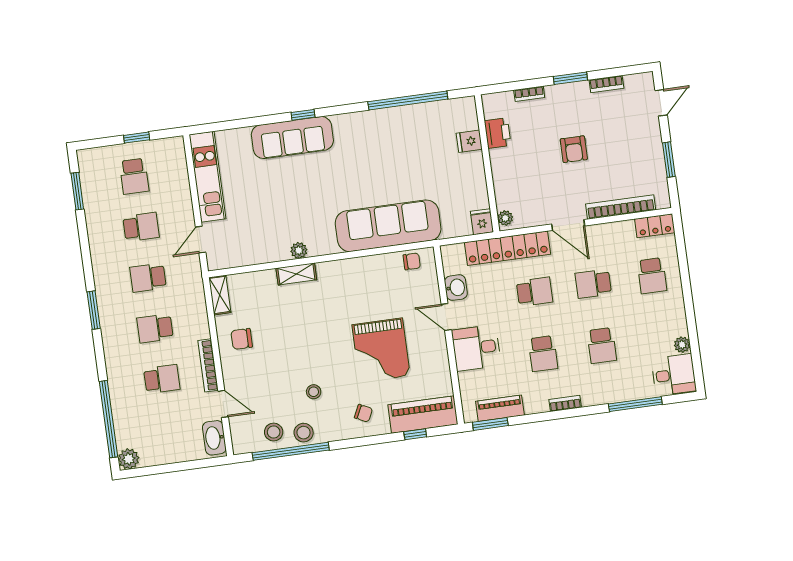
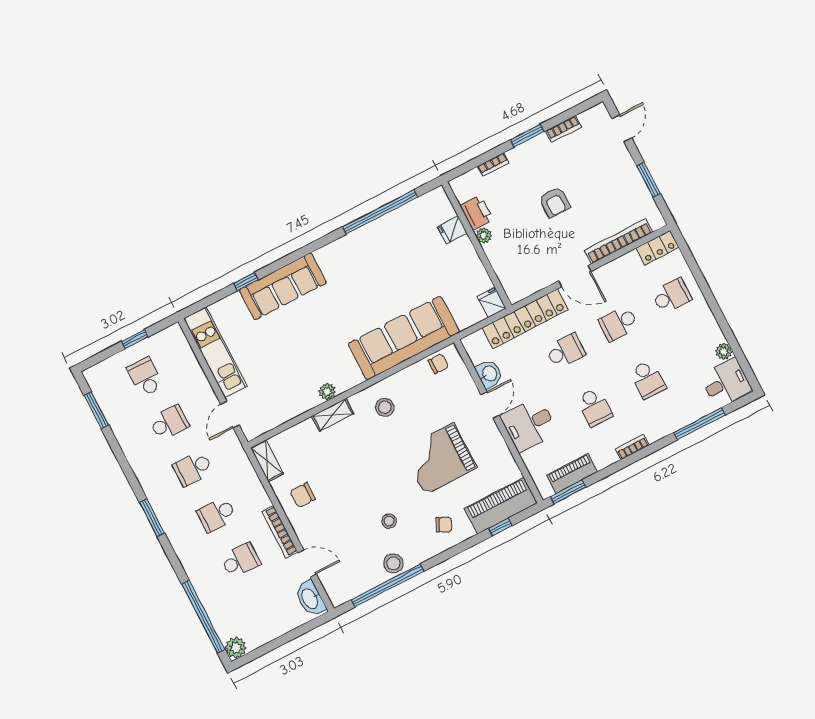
window: (303, 115) -> (246, 281), moved
school desk: (134, 176) -> (145, 377), turned 180
plant: (505, 218) -> (484, 235), moved
school desk: (652, 276) -> (672, 296), turned -90
door: (446, 317) -> (490, 405), swing flipped
grand piano: (381, 350) -> (439, 459), turned 90
stool: (274, 432) -> (385, 407), moved

